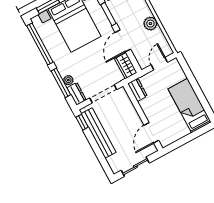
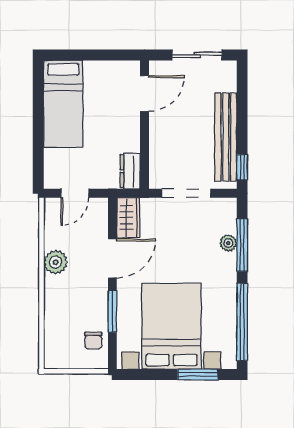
dresser: (77, 94) -> (227, 215), removed

